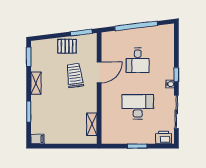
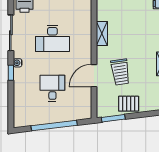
shelving: (92, 124) -> (102, 34), moved

